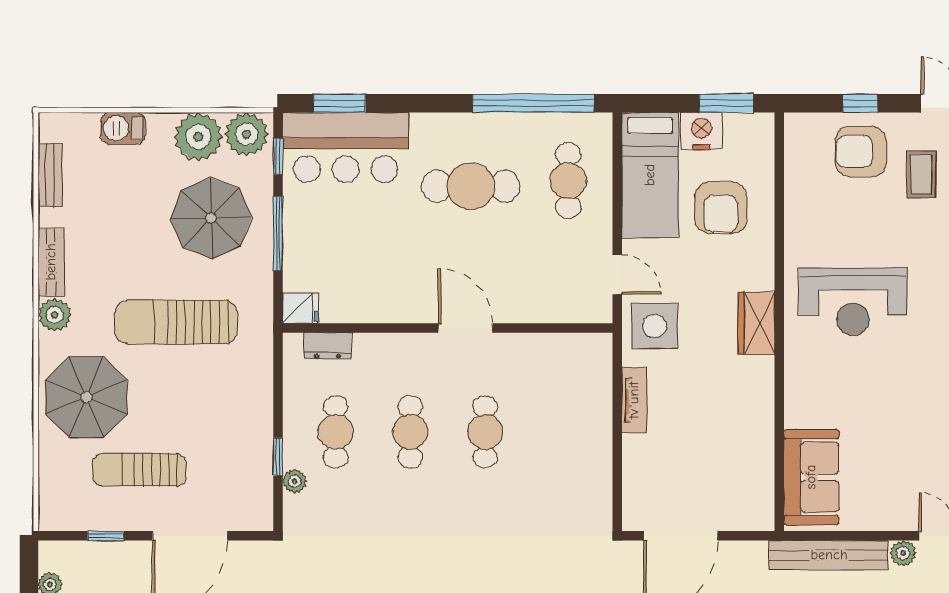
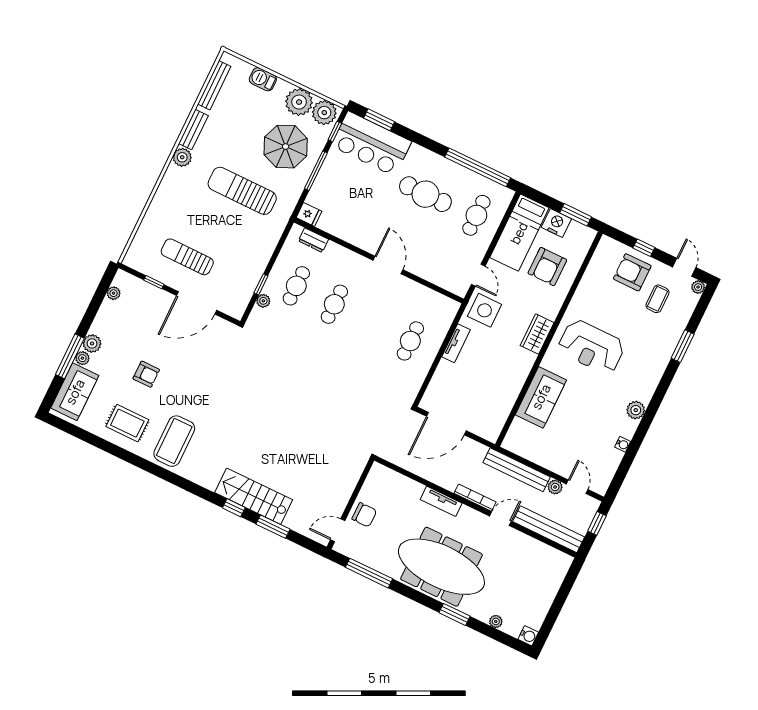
bench: (50, 175) -> (214, 85), width x1.36
parasol: (86, 397) -> (178, 207), removed
cafe table: (485, 432) -> (410, 341), moved
sofa: (811, 477) -> (541, 397), moved

